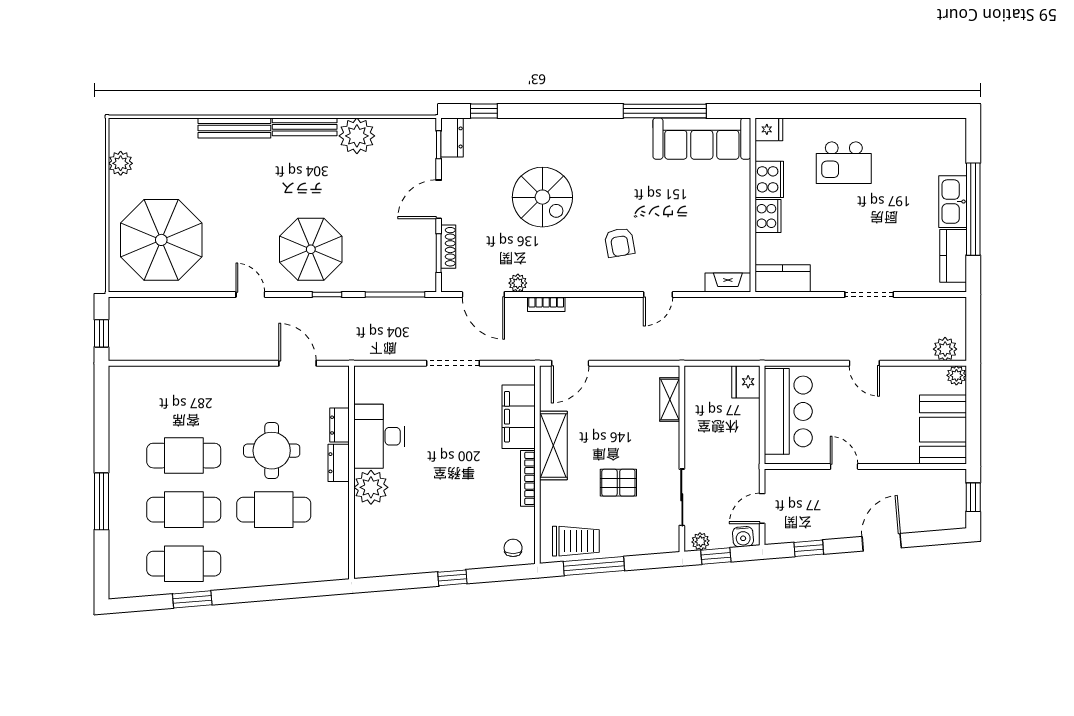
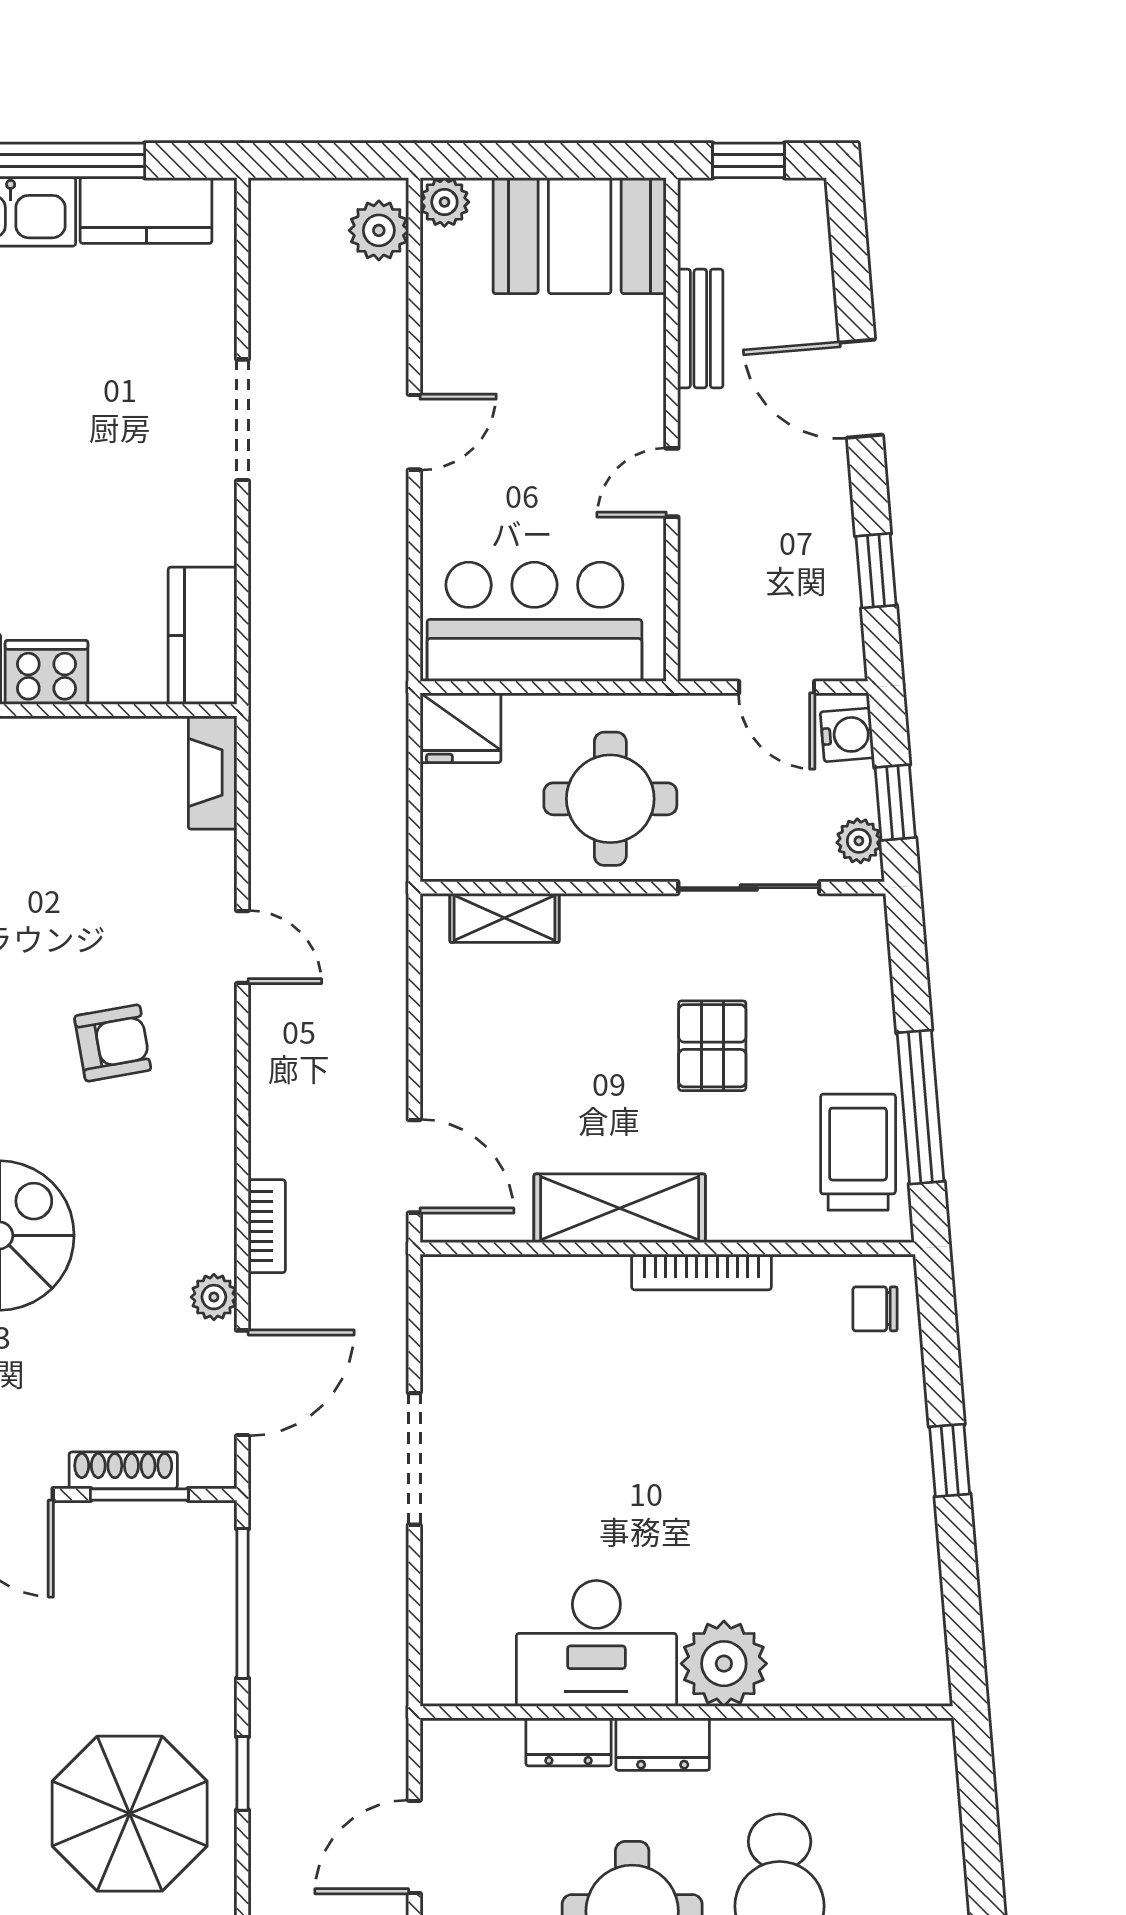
filing cabinet: (519, 417) -> (548, 1295), removed
round table: (717, 442) -> (610, 799), added
bench: (906, 478) -> (700, 329), added

